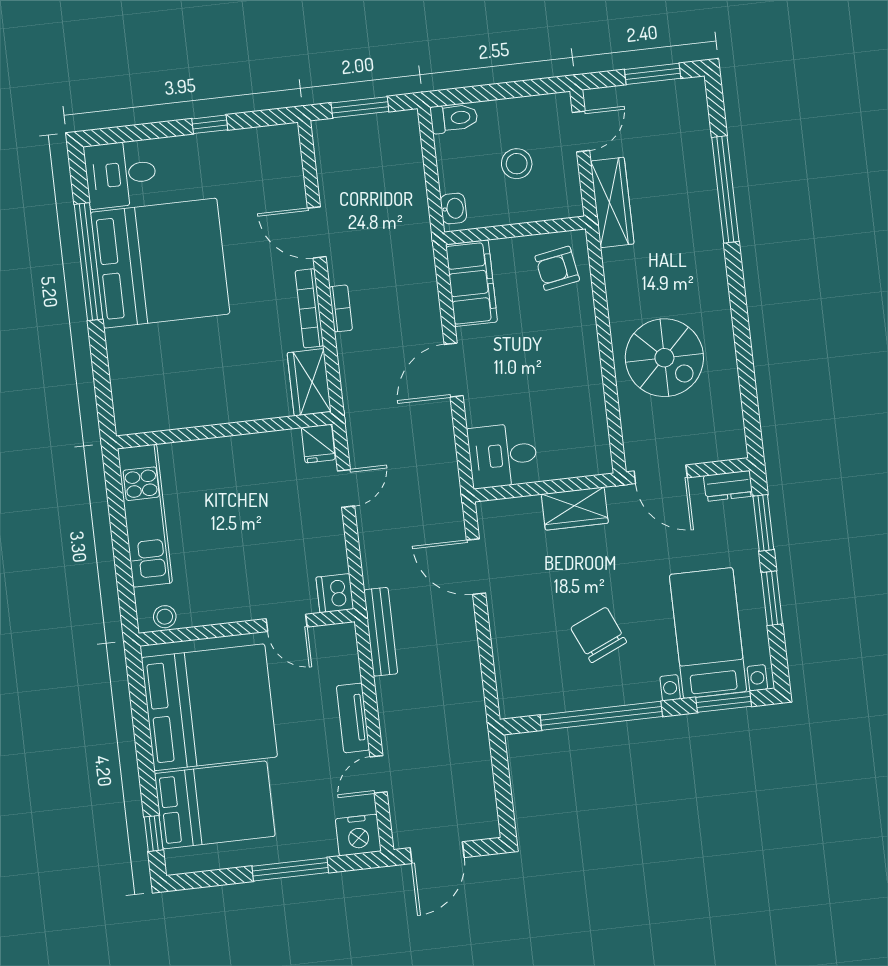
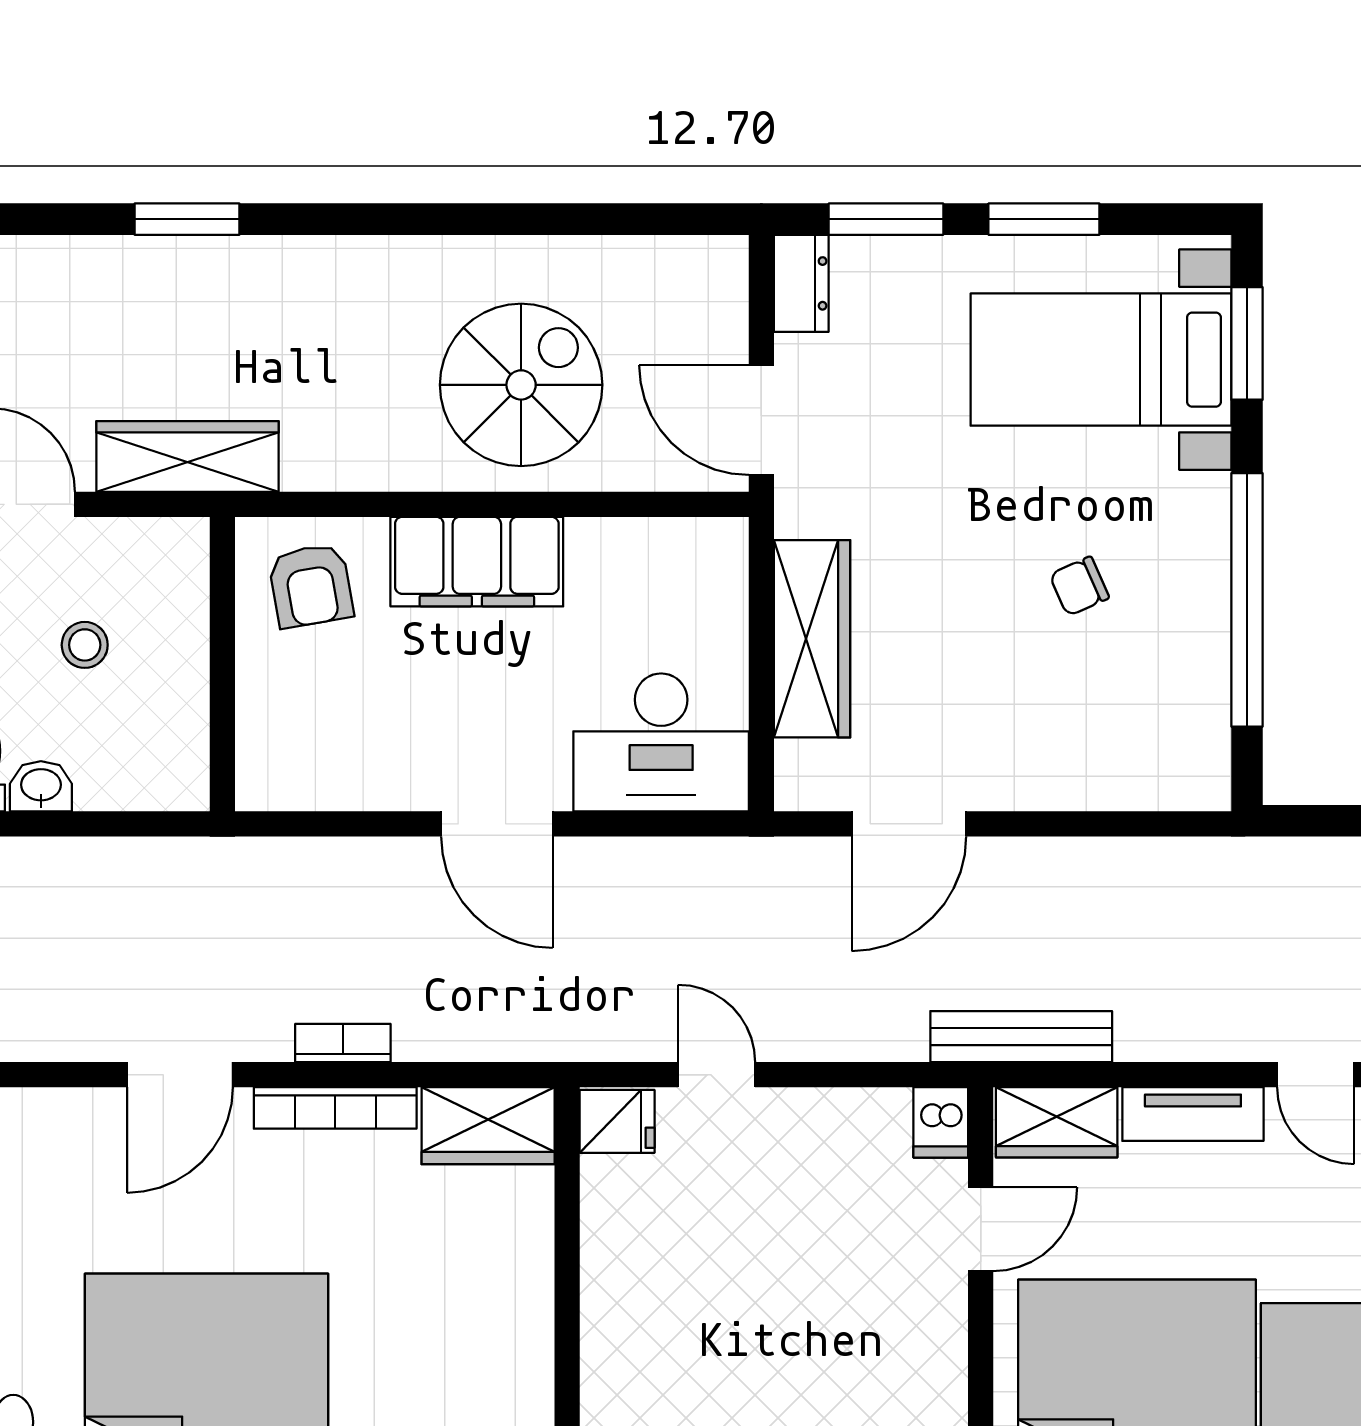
stool: (517, 164) -> (85, 645), width x0.73, depth x0.73
window: (725, 189) -> (187, 219), width x0.47
washbasin: (453, 208) -> (41, 786), moved
filing cabinet: (471, 283) -> (477, 562), moved, turned 180
desk: (503, 455) -> (661, 742), width x1.37
door: (661, 474) -> (761, 420), swing flipped
wardrobe: (575, 509) -> (812, 639), width x1.50
dishwasher: (335, 593) -> (941, 1122), width x0.73
chair: (599, 635) -> (1079, 586), width x0.54, depth x0.54
wardrobe: (342, 653) -> (1057, 1122), added

